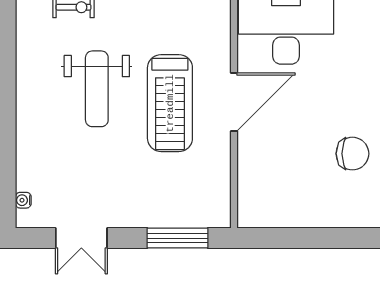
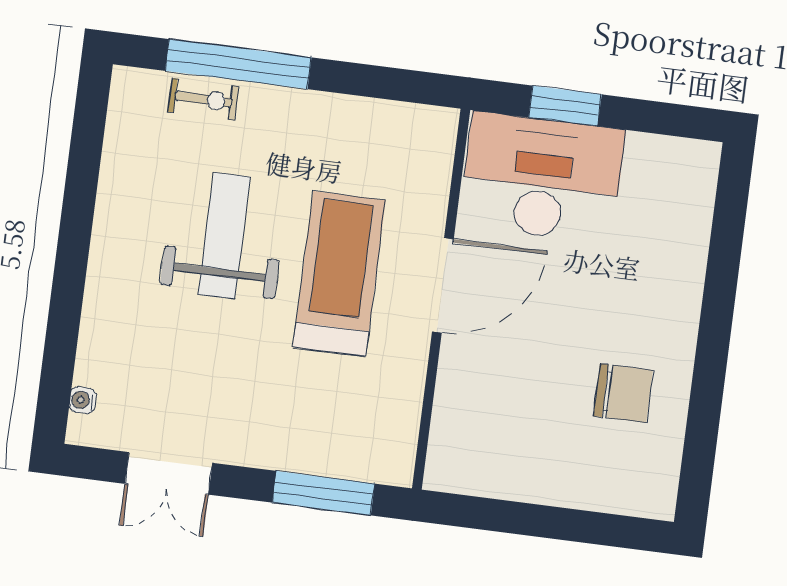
weight bench: (97, 89) -> (224, 236), turned 180
treadmill: (170, 103) -> (339, 274), turned 180

